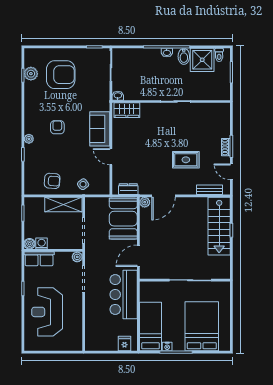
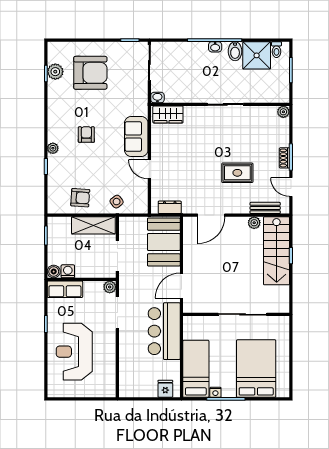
plant: (225, 108) -> (283, 112), added
plant: (145, 202) -> (254, 223), moved

